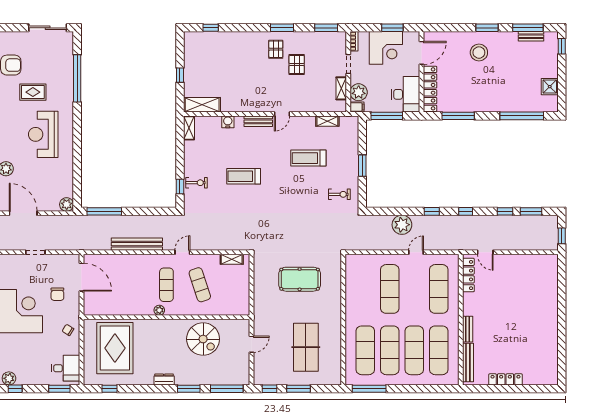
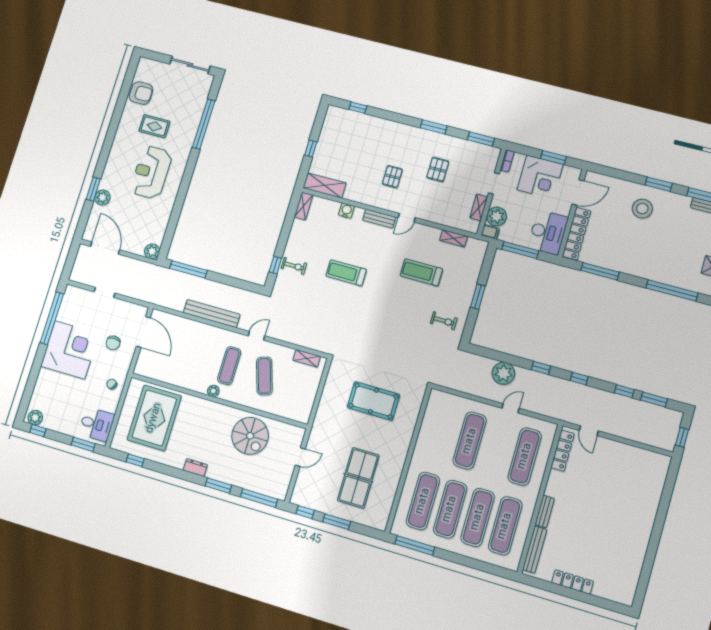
pallet: (276, 49) -> (392, 177), moved

